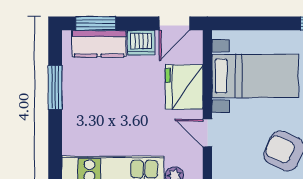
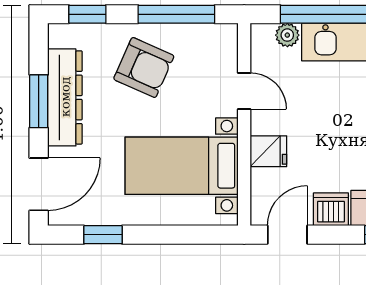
fridge: (184, 87) -> (268, 151), width x0.53, depth x0.75

